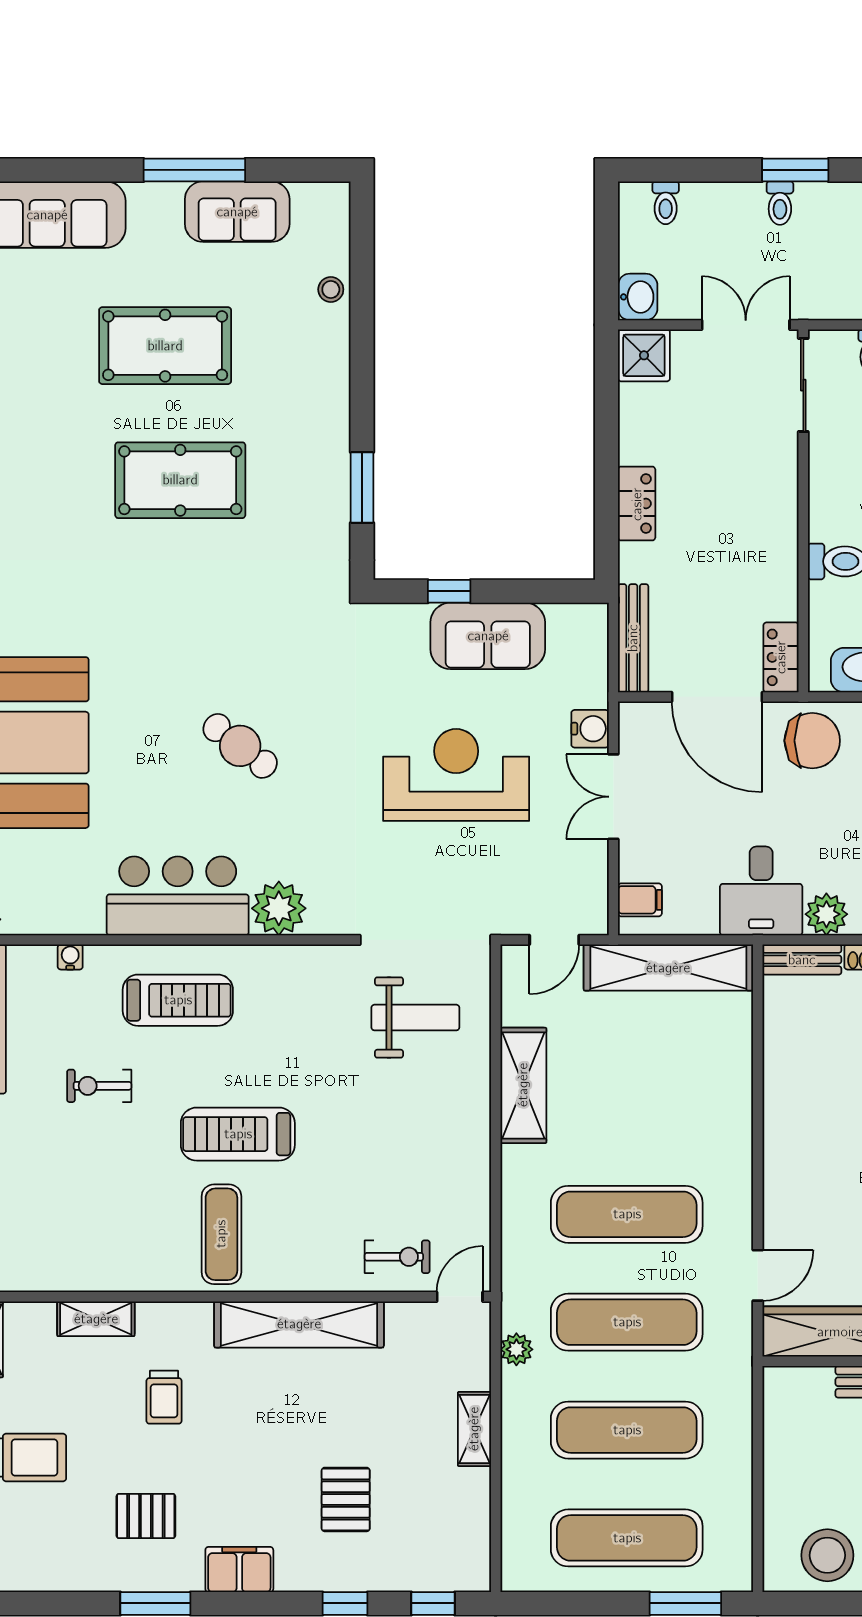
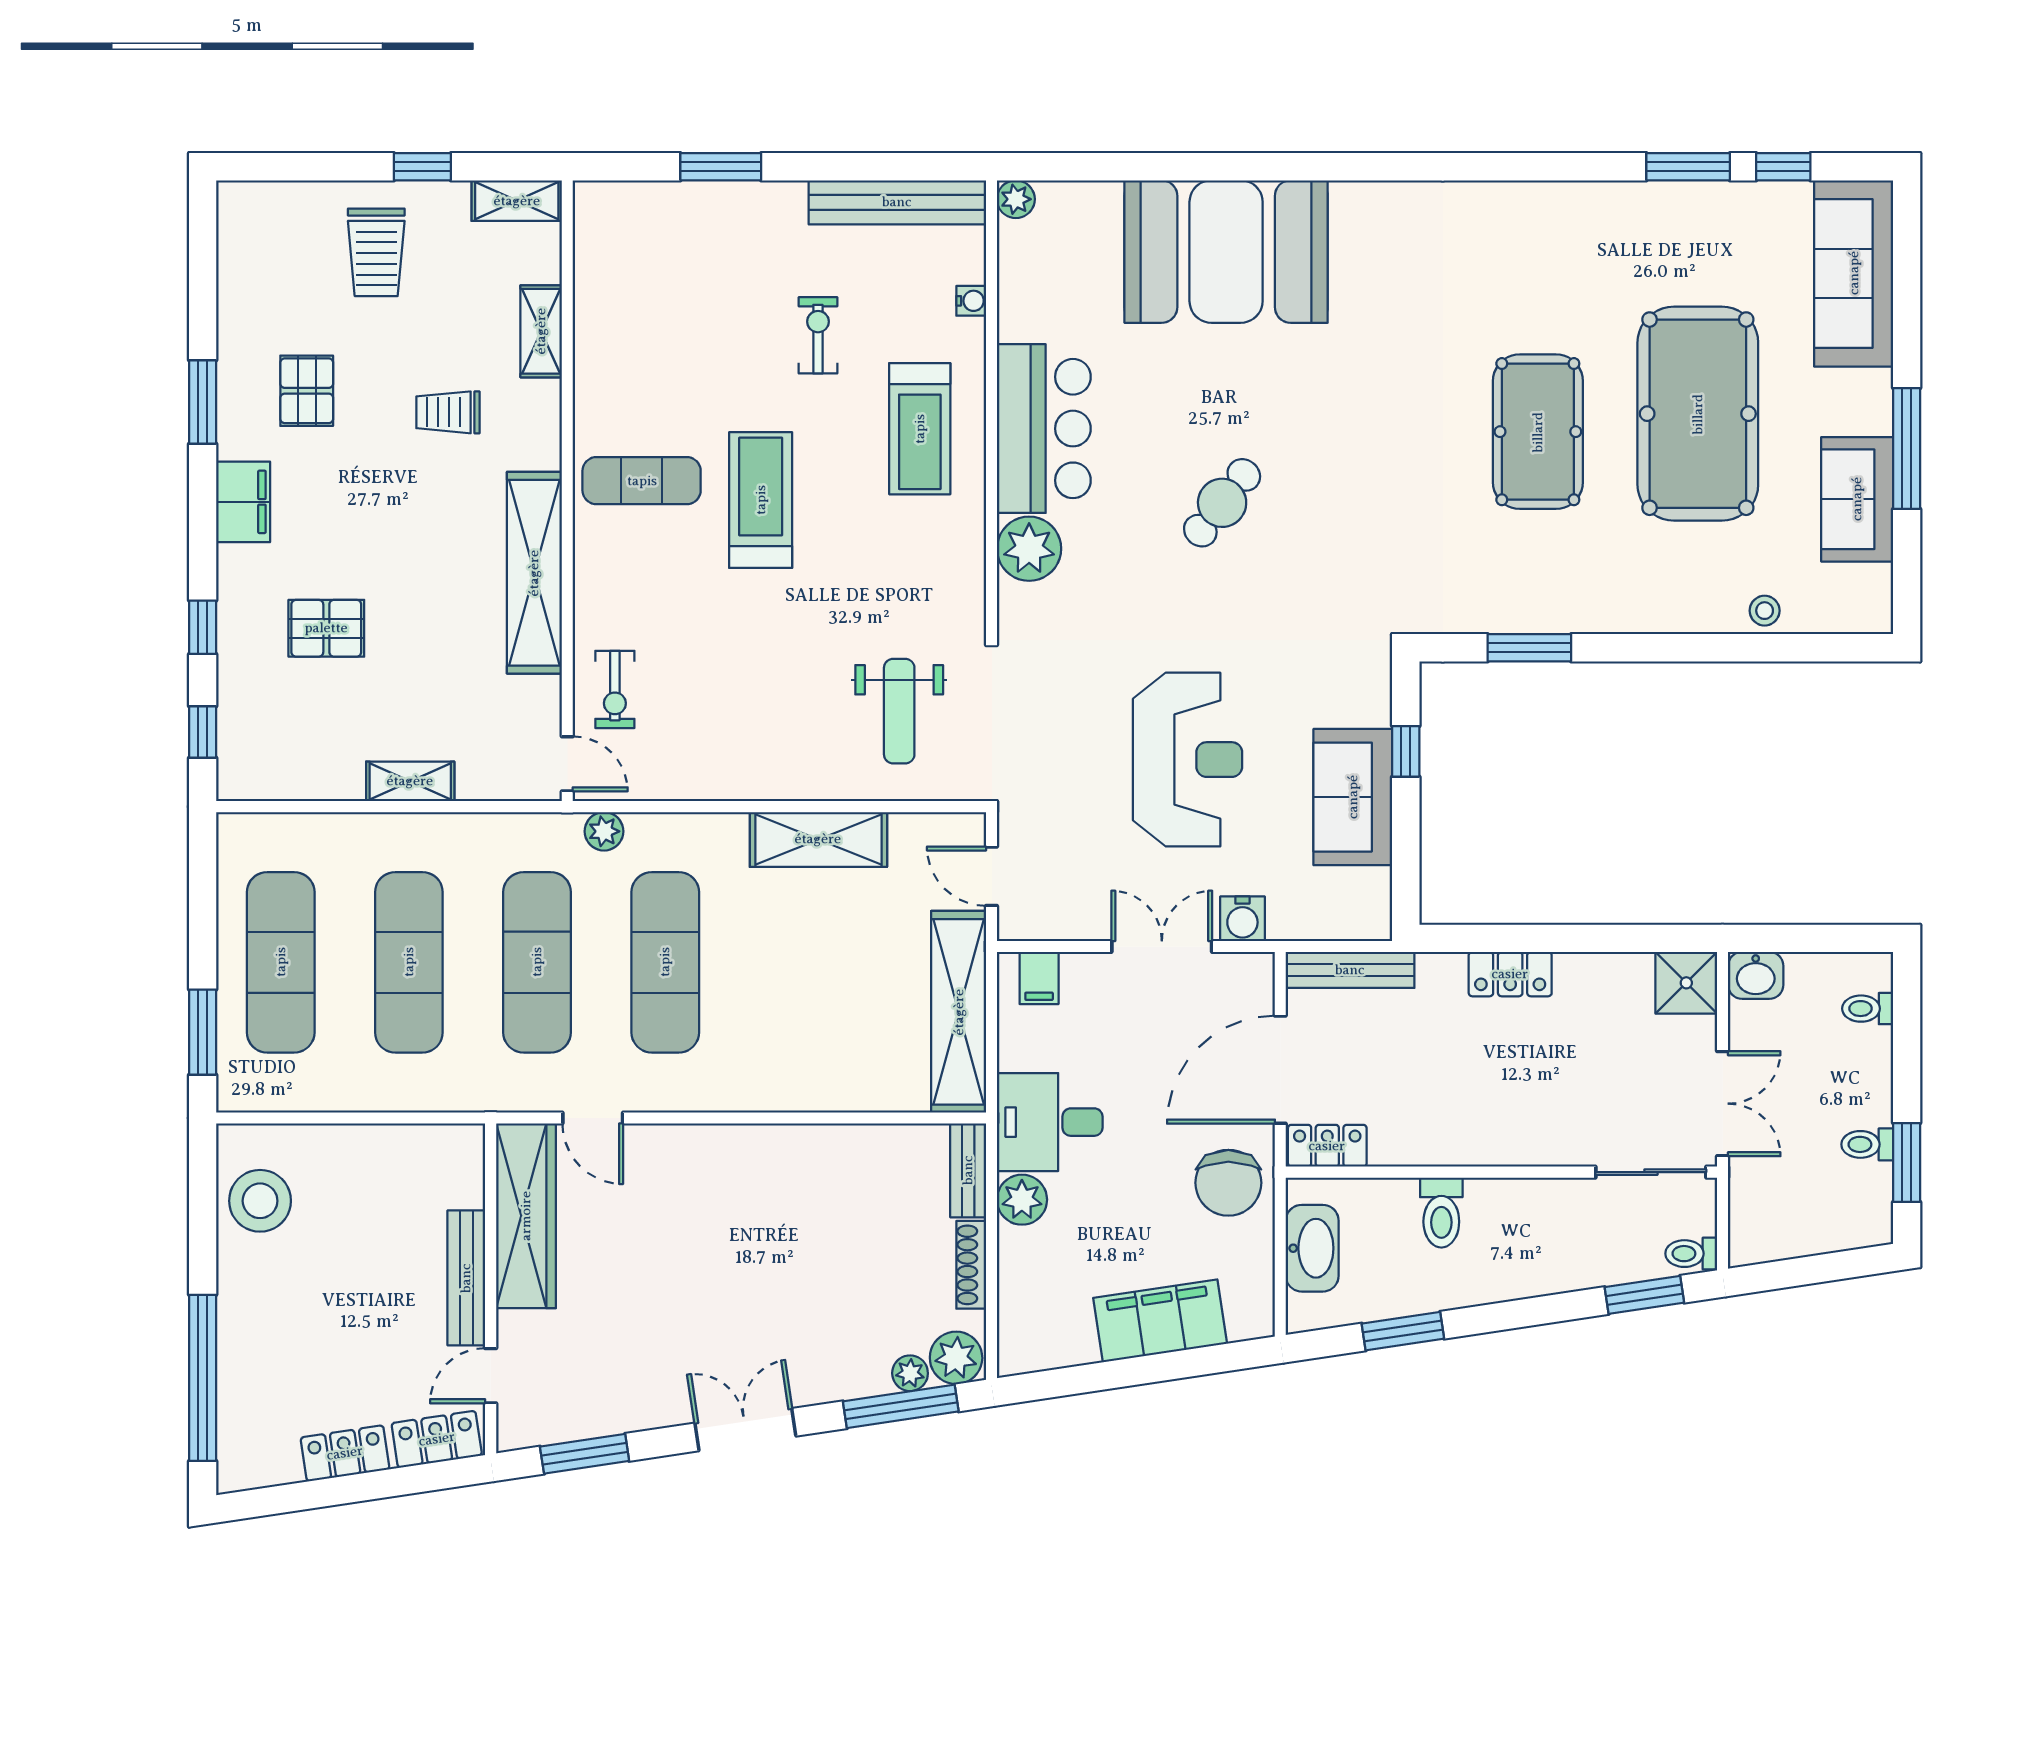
pool table: (165, 346) -> (1698, 414), width x1.36, depth x1.32
plant: (516, 1349) -> (604, 831), moved

